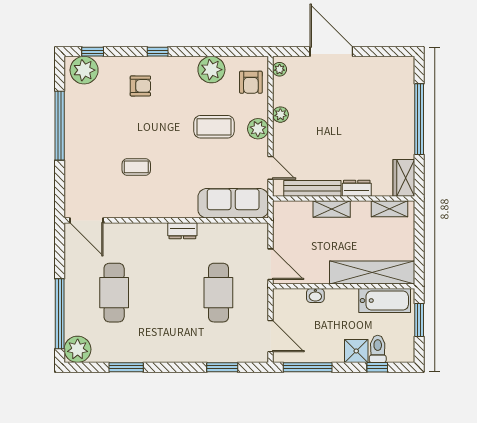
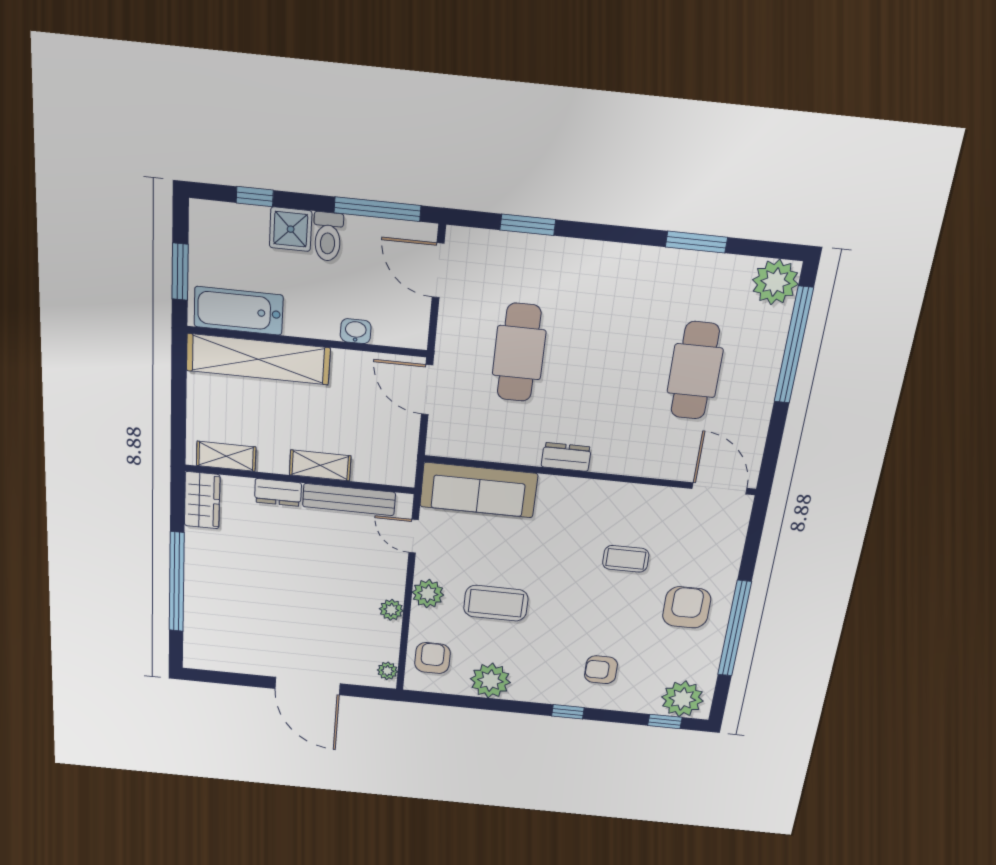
armchair: (93, 137) -> (687, 607), added
toilet: (378, 349) -> (328, 237), moved

